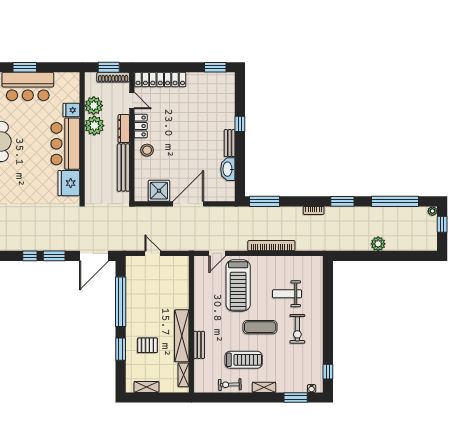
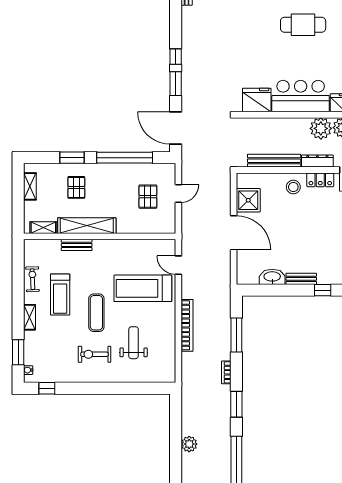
window: (264, 201) -> (236, 335), moved
pallet: (156, 281) -> (148, 197), added

